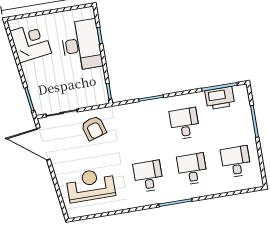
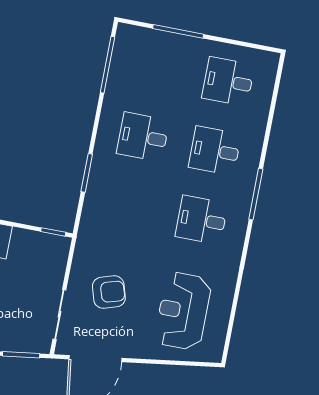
printer: (220, 98) -> (124, 70), removed
armchair: (94, 128) -> (109, 292), moved

